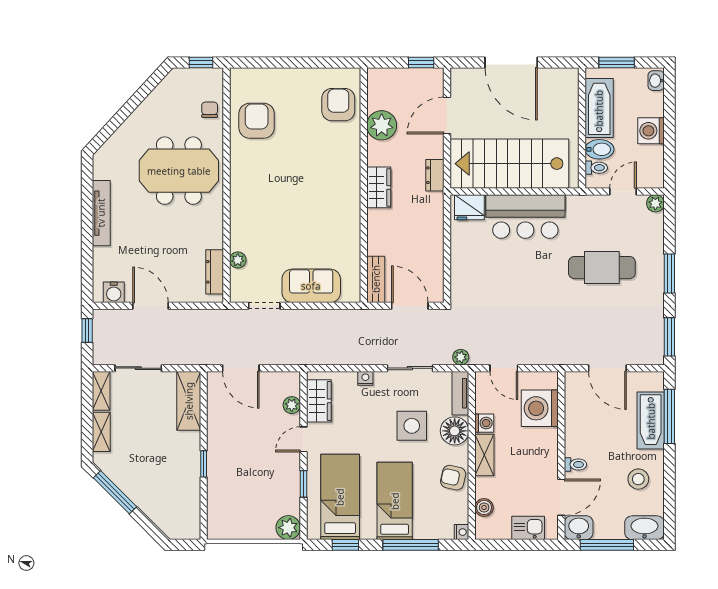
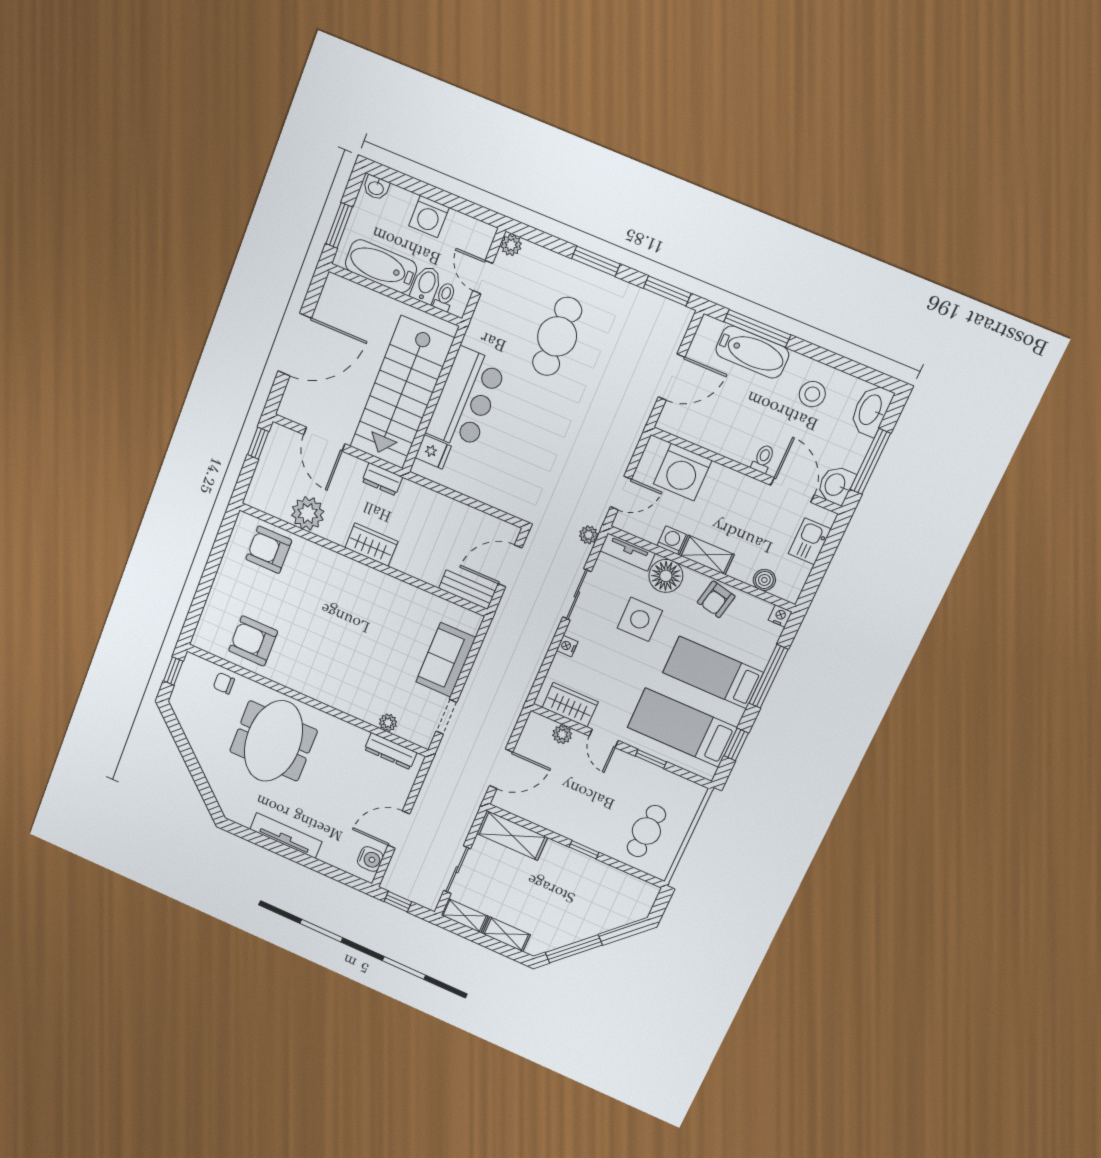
fridge: (469, 207) -> (433, 452), width x0.72
cafe table: (242, 507) -> (646, 831), added
plant: (288, 528) -> (690, 795), removed

